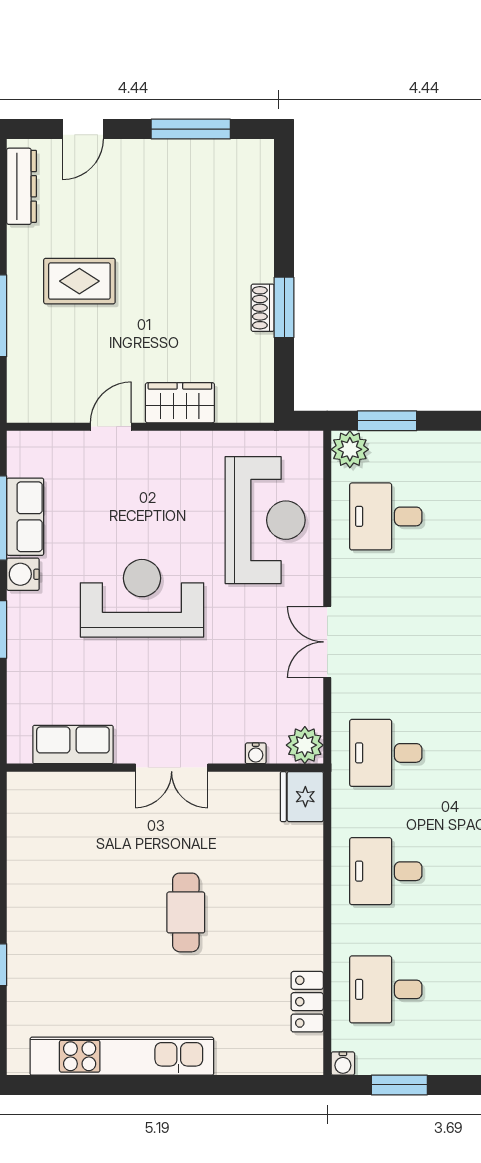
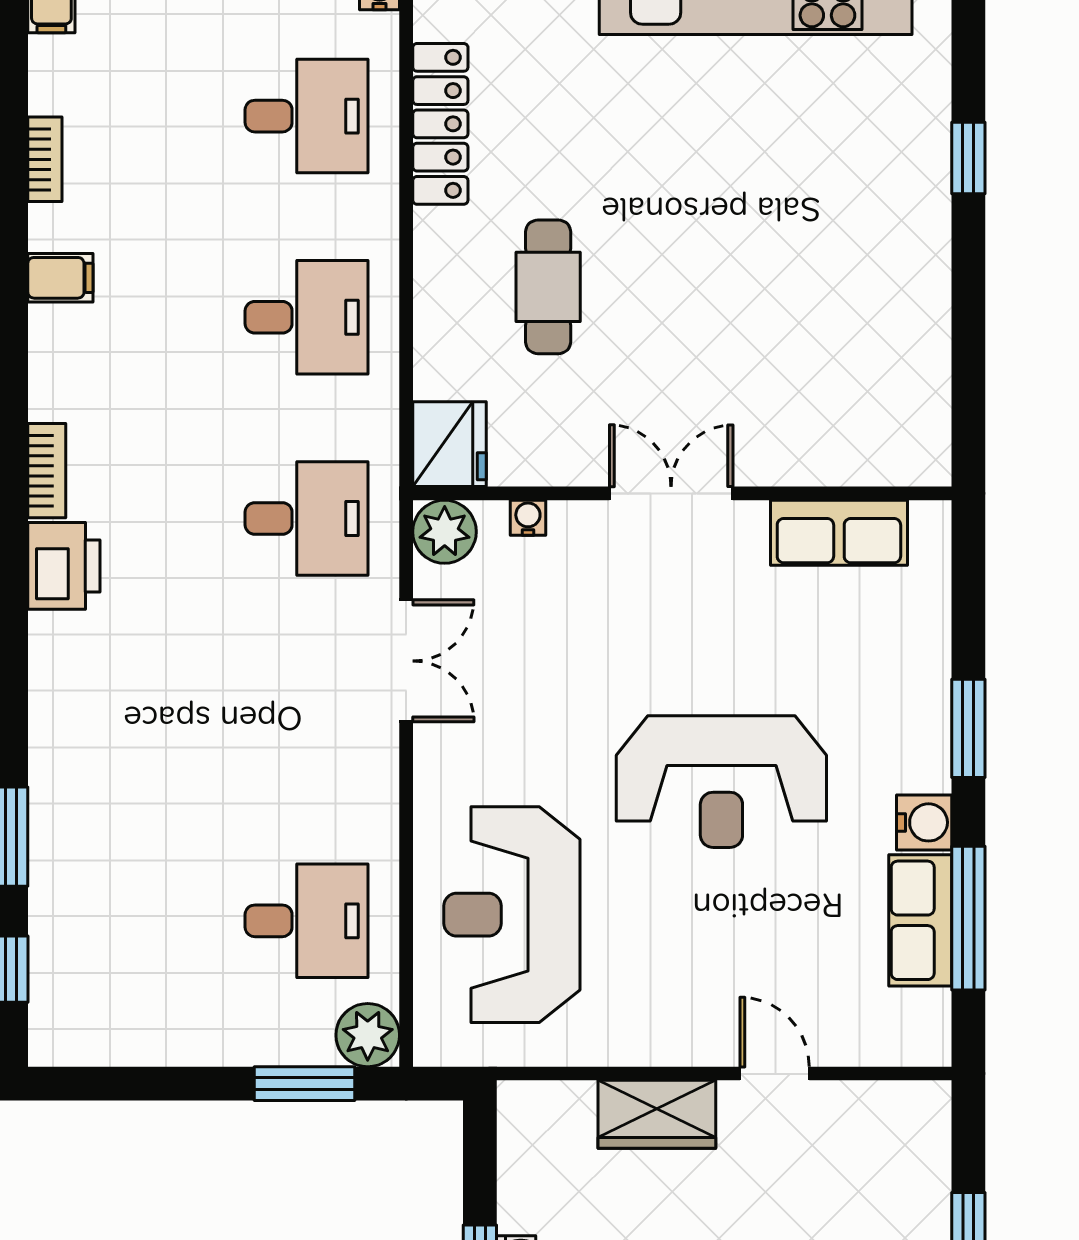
door: (111, 427) -> (775, 1074), swing flipped
double door: (327, 642) -> (406, 661), moved
cafe table: (186, 912) -> (548, 287), moved
locker: (307, 1002) -> (440, 124), width x1.53

